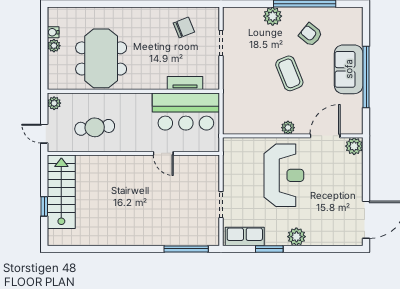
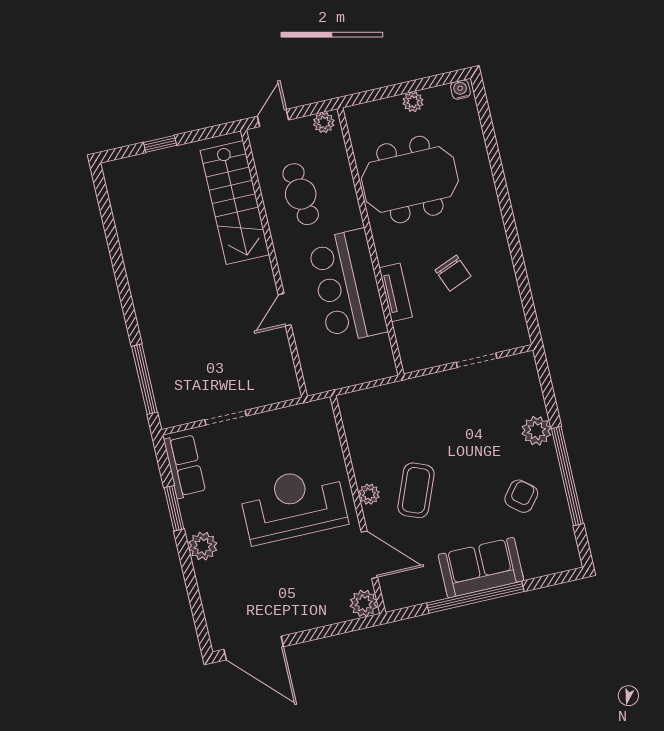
chair: (184, 27) -> (453, 273), moved
water cooler: (53, 32) -> (460, 90), moved
coffee table: (289, 73) -> (416, 490), moved, turned -46
tv unit: (185, 83) -> (396, 292), moved
bar counter: (186, 111) -> (348, 286), moved
reception desk: (284, 175) -> (293, 505), turned 180
stairs: (61, 192) -> (235, 203), moved, turned 90

